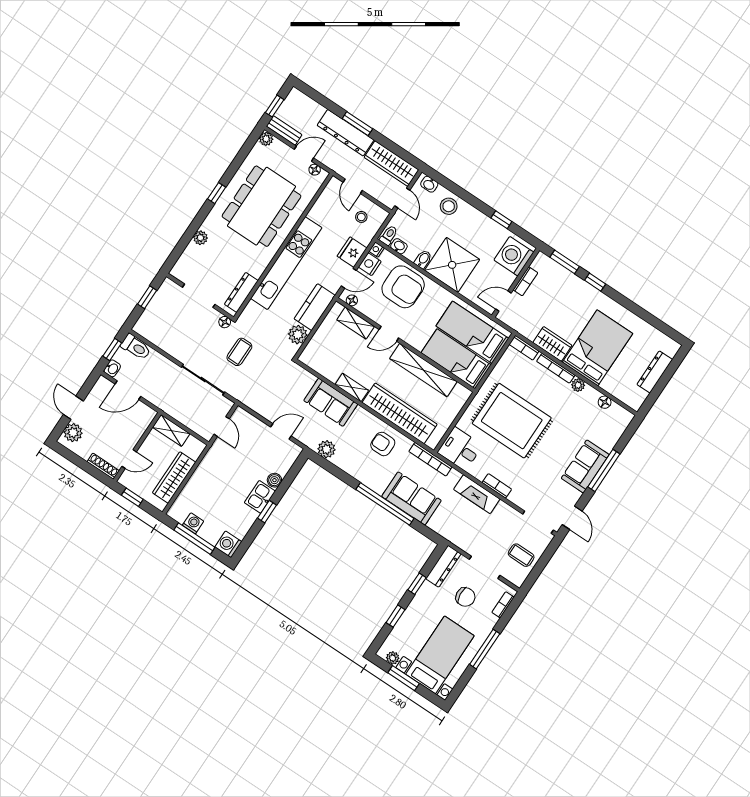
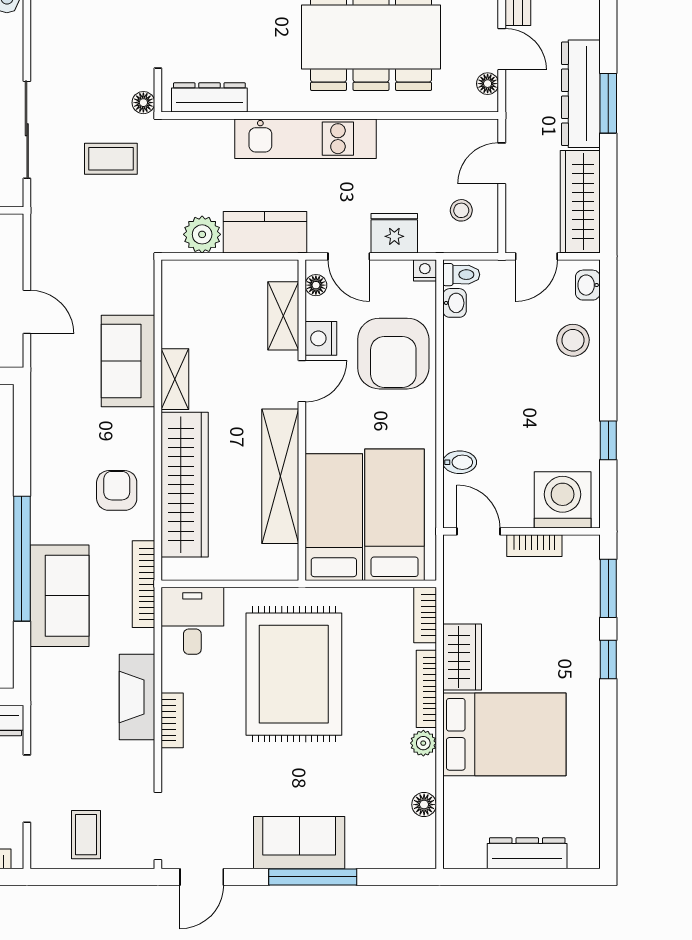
bidet: (423, 259) -> (460, 462), moved
kitchen unit: (286, 263) -> (305, 139), width x0.73
nightstand: (370, 264) -> (321, 338), moved, turned -90
shower: (452, 265) -> (482, 409), removed
door: (389, 334) -> (302, 381), swing flipped
plant: (326, 449) -> (47, 405), removed

